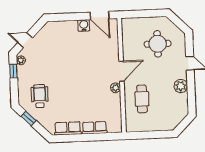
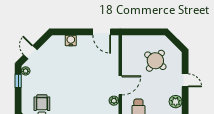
water cooler: (84, 25) -> (71, 40), moved
door: (25, 40) -> (30, 52), hinge flipped
round table: (158, 44) -> (155, 61), turned 38

